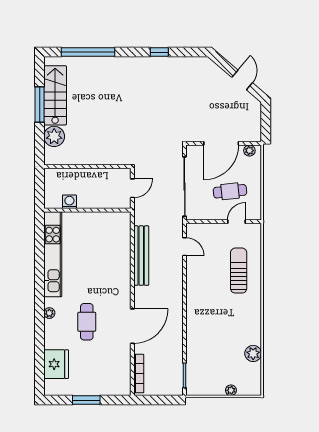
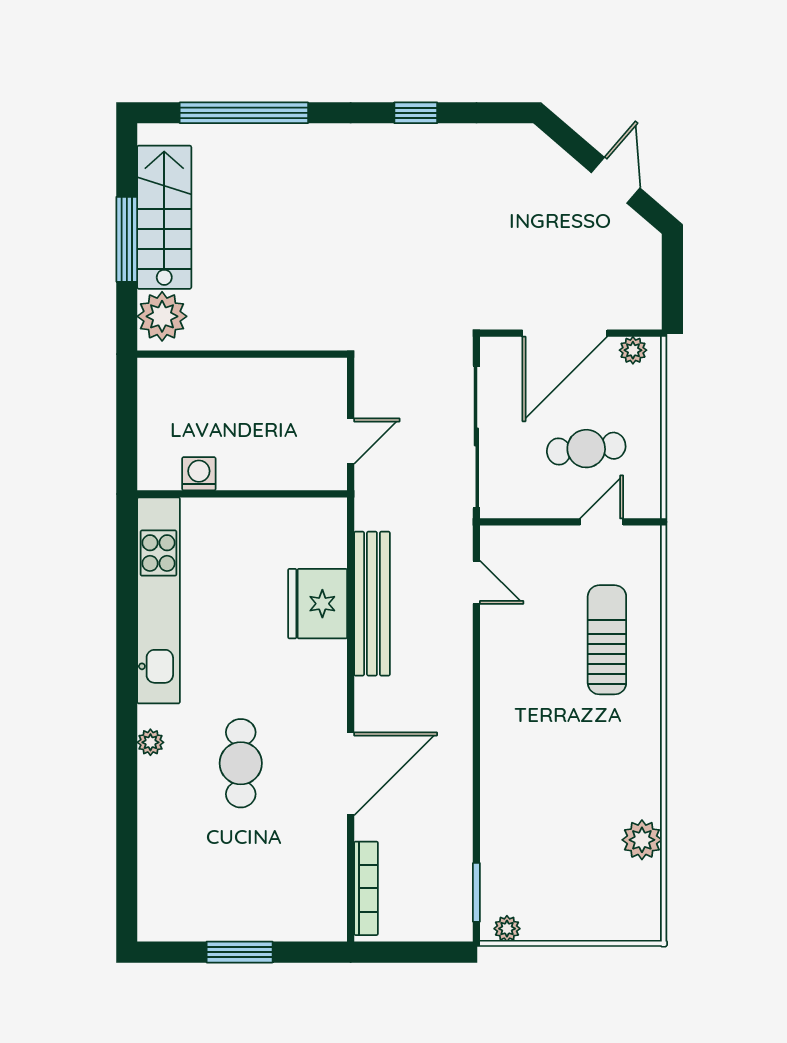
wall: (87, 167) -> (242, 354), moved
fridge: (56, 364) -> (318, 604), moved, turned 180
plant: (231, 390) -> (507, 929), moved

